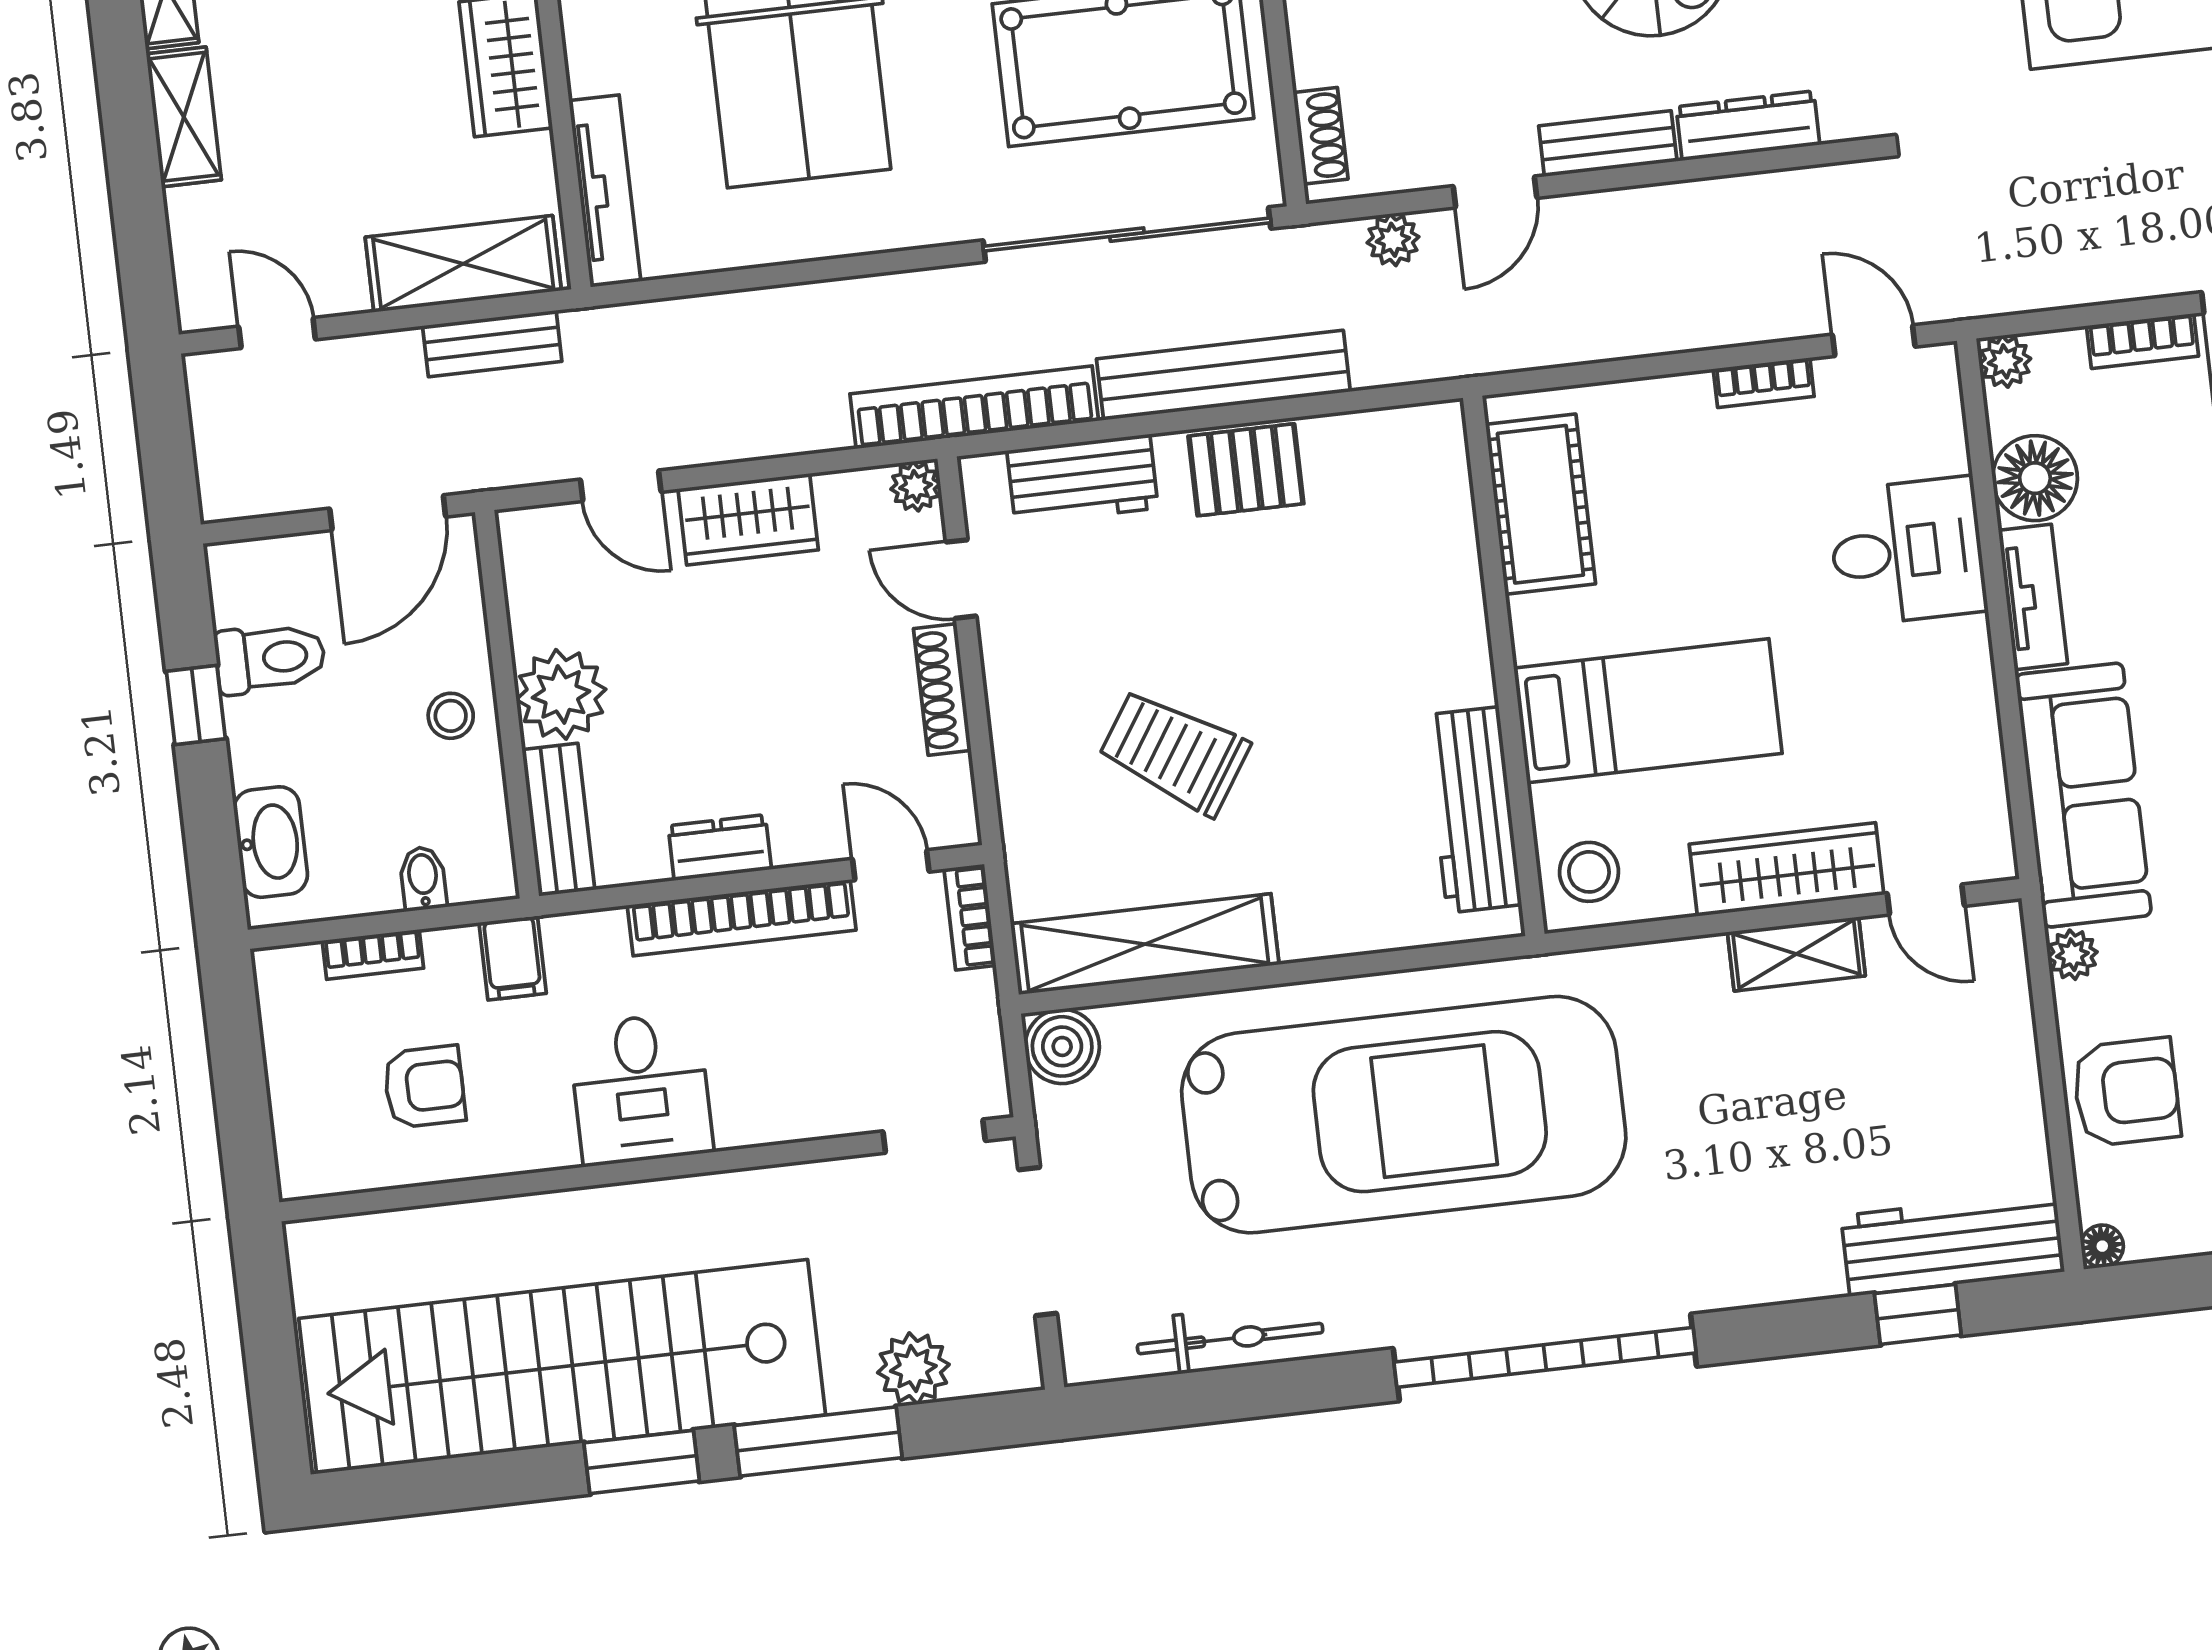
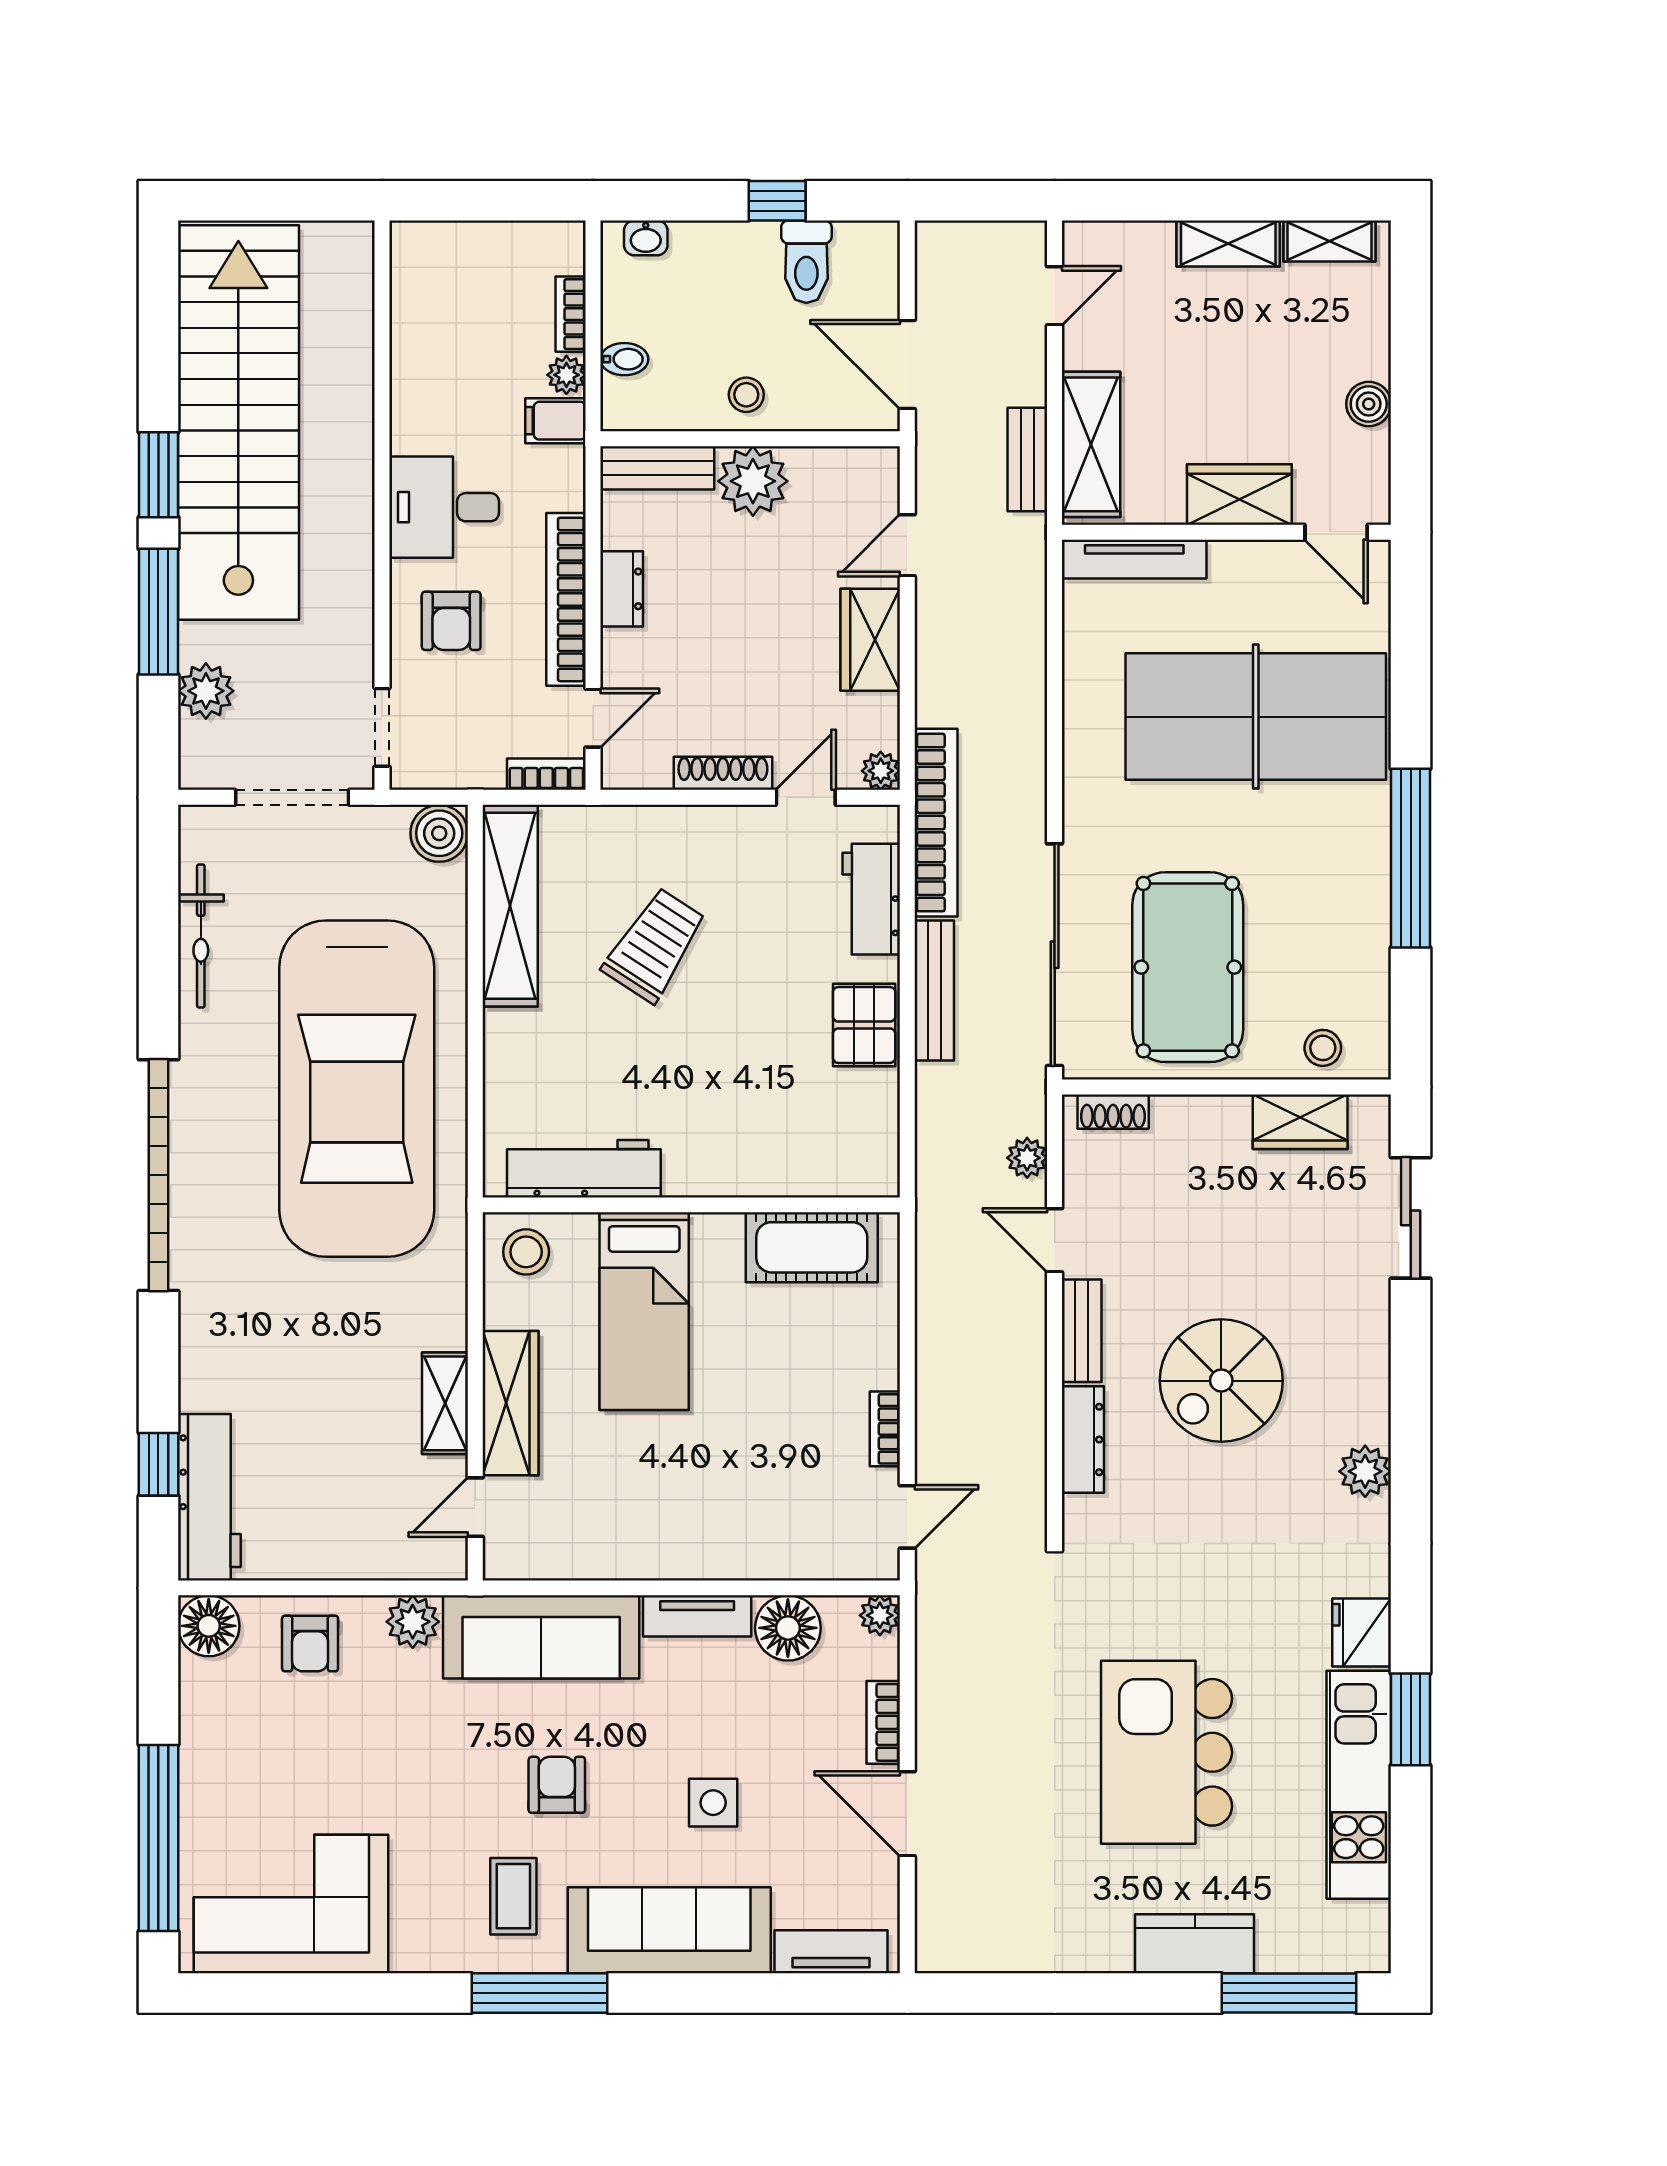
bench: (1223, 375) -> (934, 990), width x0.73, depth x0.82
desk: (1907, 551) -> (743, 1524), removed
washbasin: (271, 842) -> (646, 238), width x0.52, depth x0.69
plant: (452, 951) -> (566, 375), added
plant: (2072, 955) -> (413, 1622), width x1.38, depth x1.38
armchair: (424, 1087) -> (451, 621), moved
armchair: (2126, 1092) -> (310, 1643), width x0.72, depth x0.72
floor lamp: (2102, 1246) -> (209, 1626), width x1.89, depth x1.89

